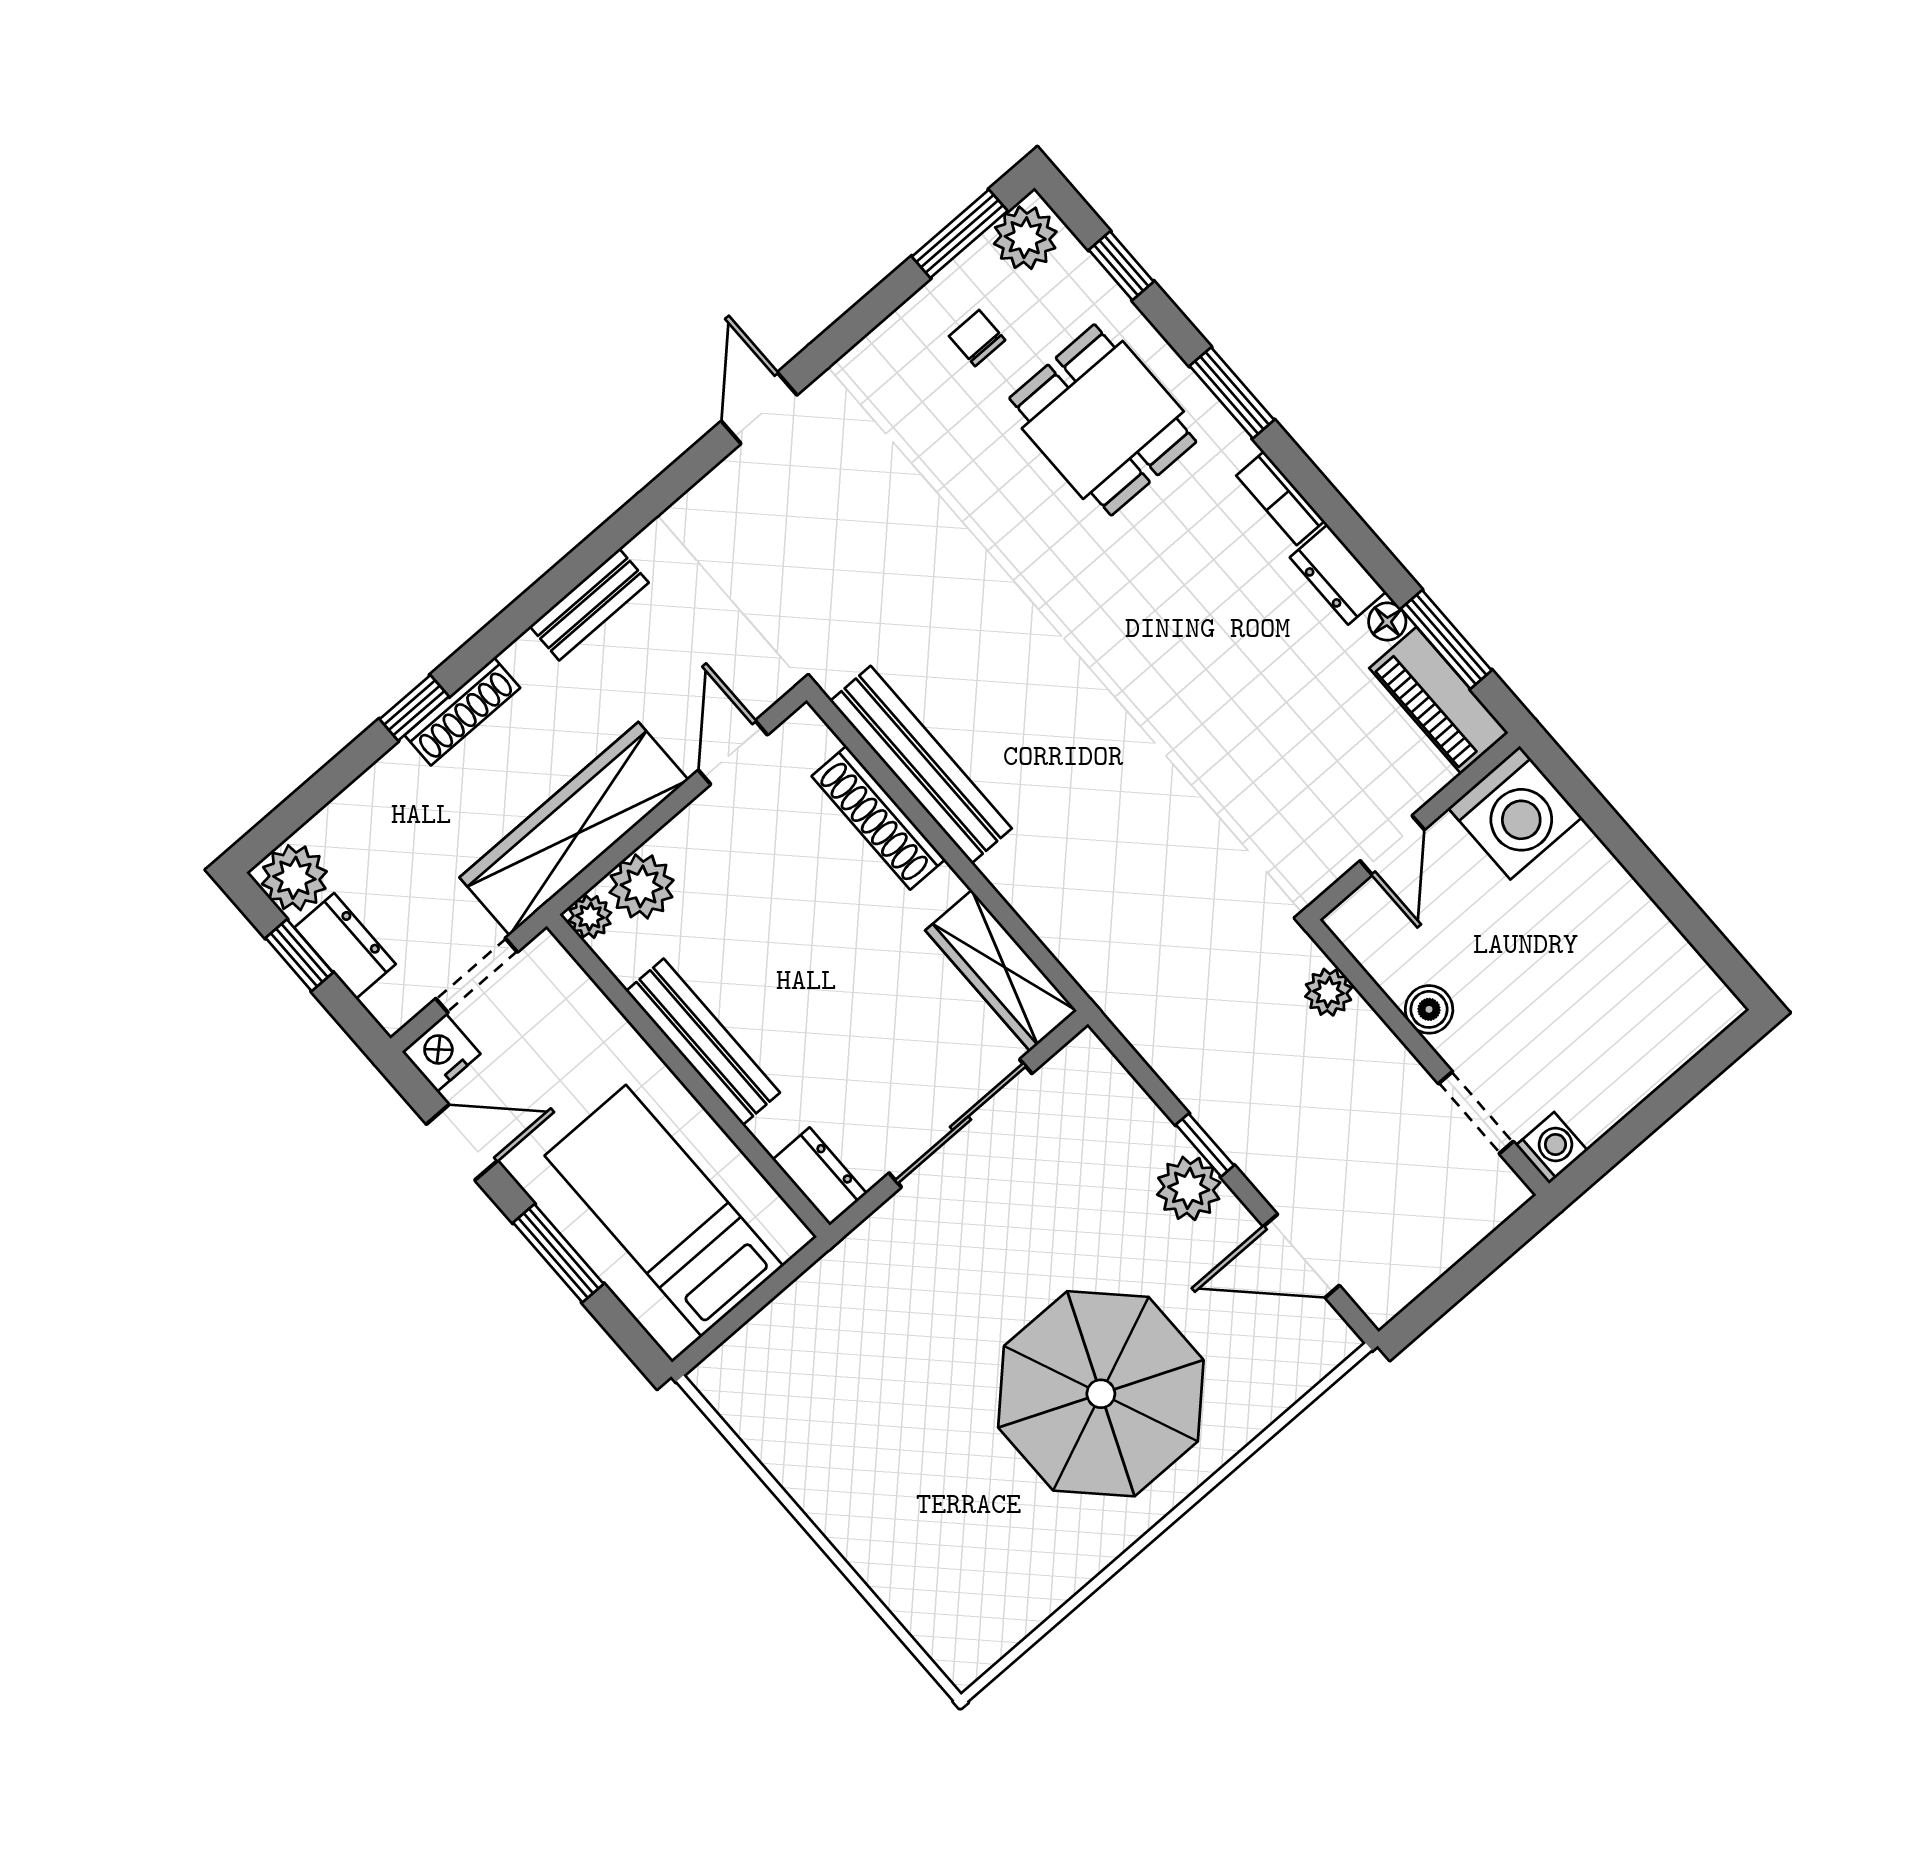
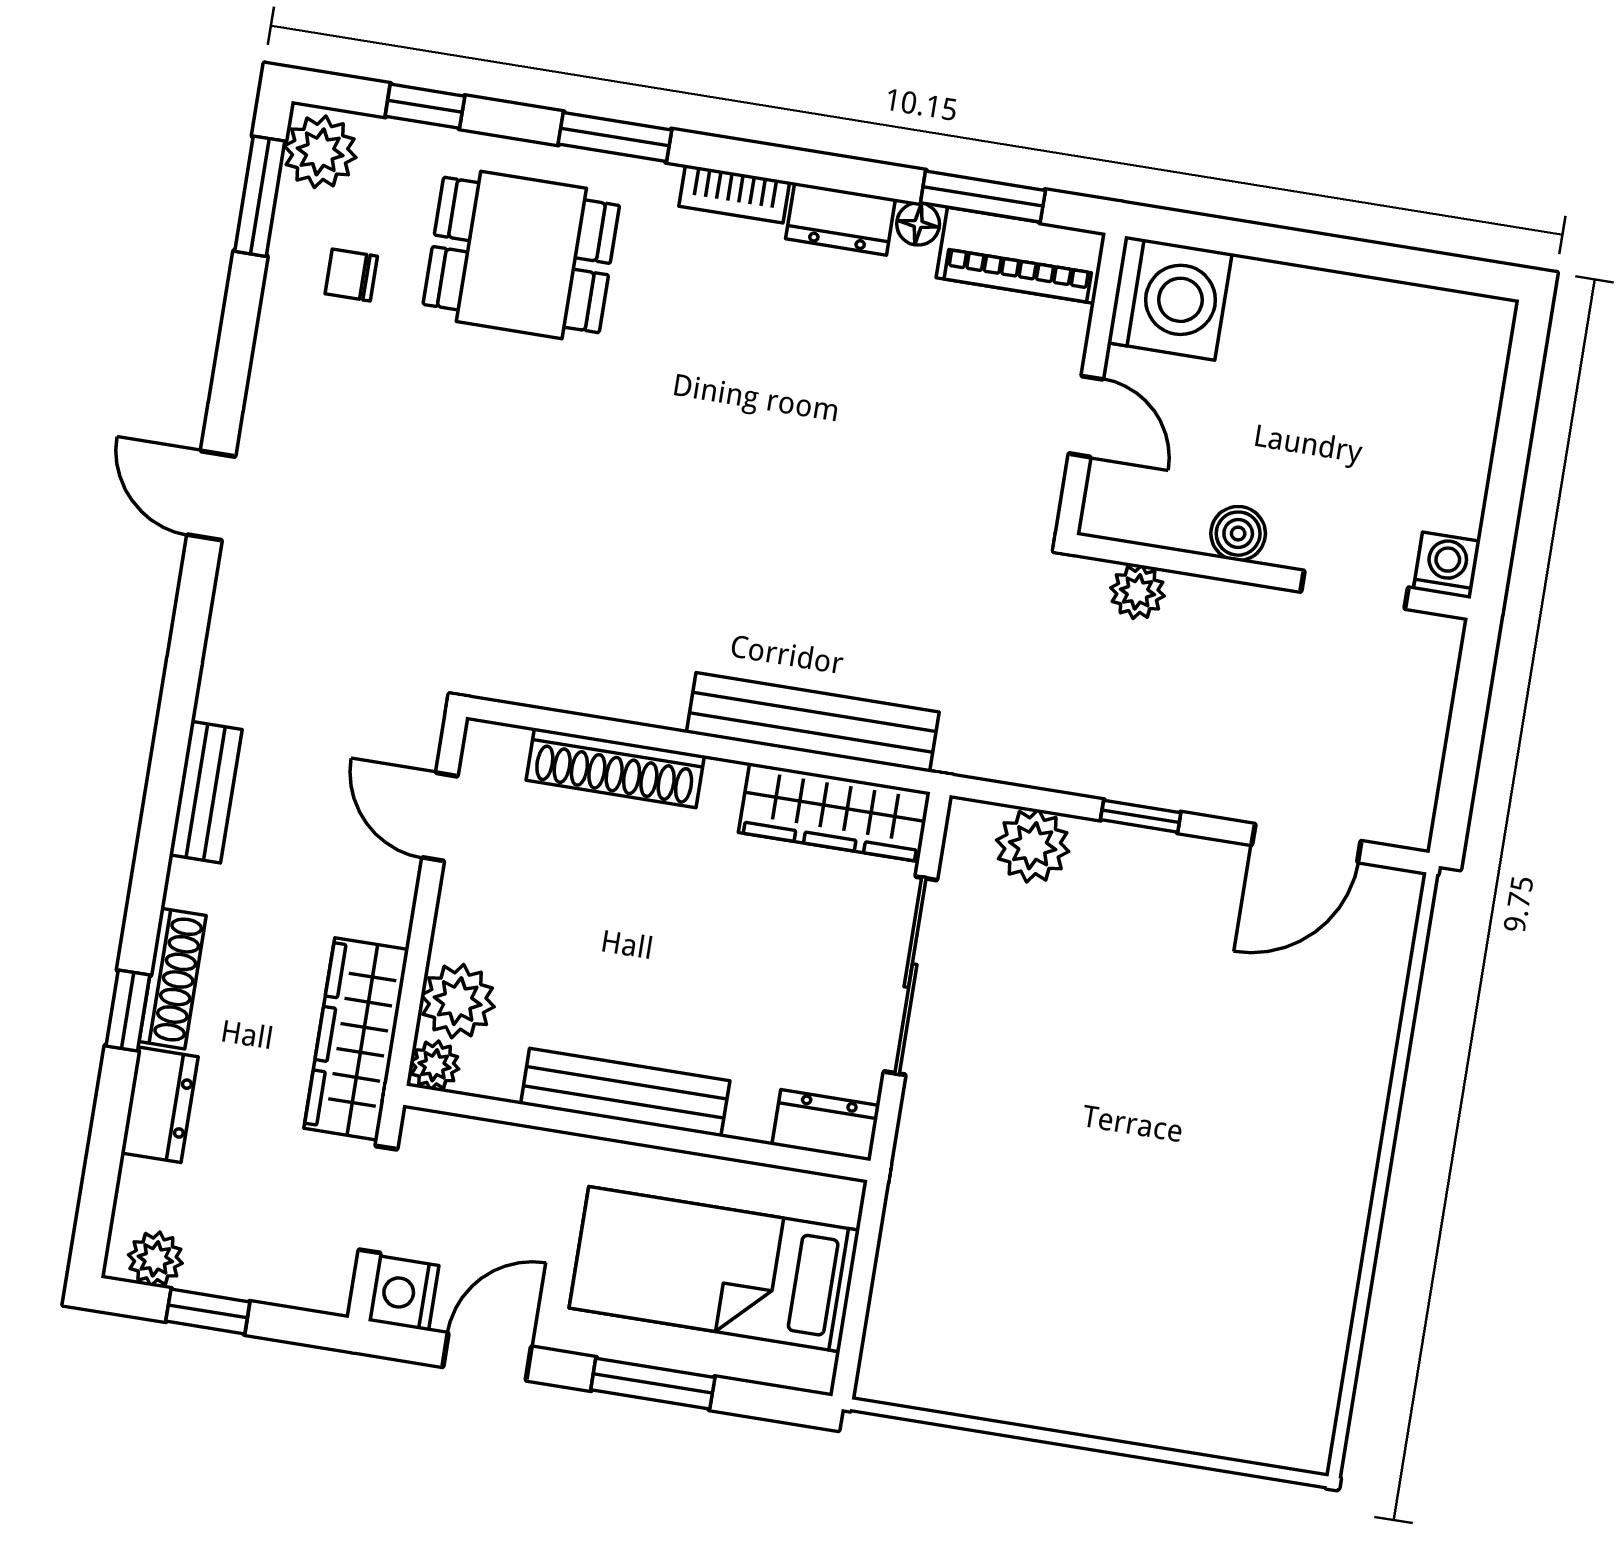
bench: (921, 765) -> (813, 722), moved
wardrobe: (574, 829) -> (356, 1039), width x0.71, depth x0.85
plant: (294, 878) -> (155, 1259), width x0.73, depth x0.73
dresser: (345, 946) -> (160, 1105), moved, turned 90
plant: (1189, 1188) -> (1033, 846), moved
parasol: (1101, 1394) -> (1231, 1110), removed

